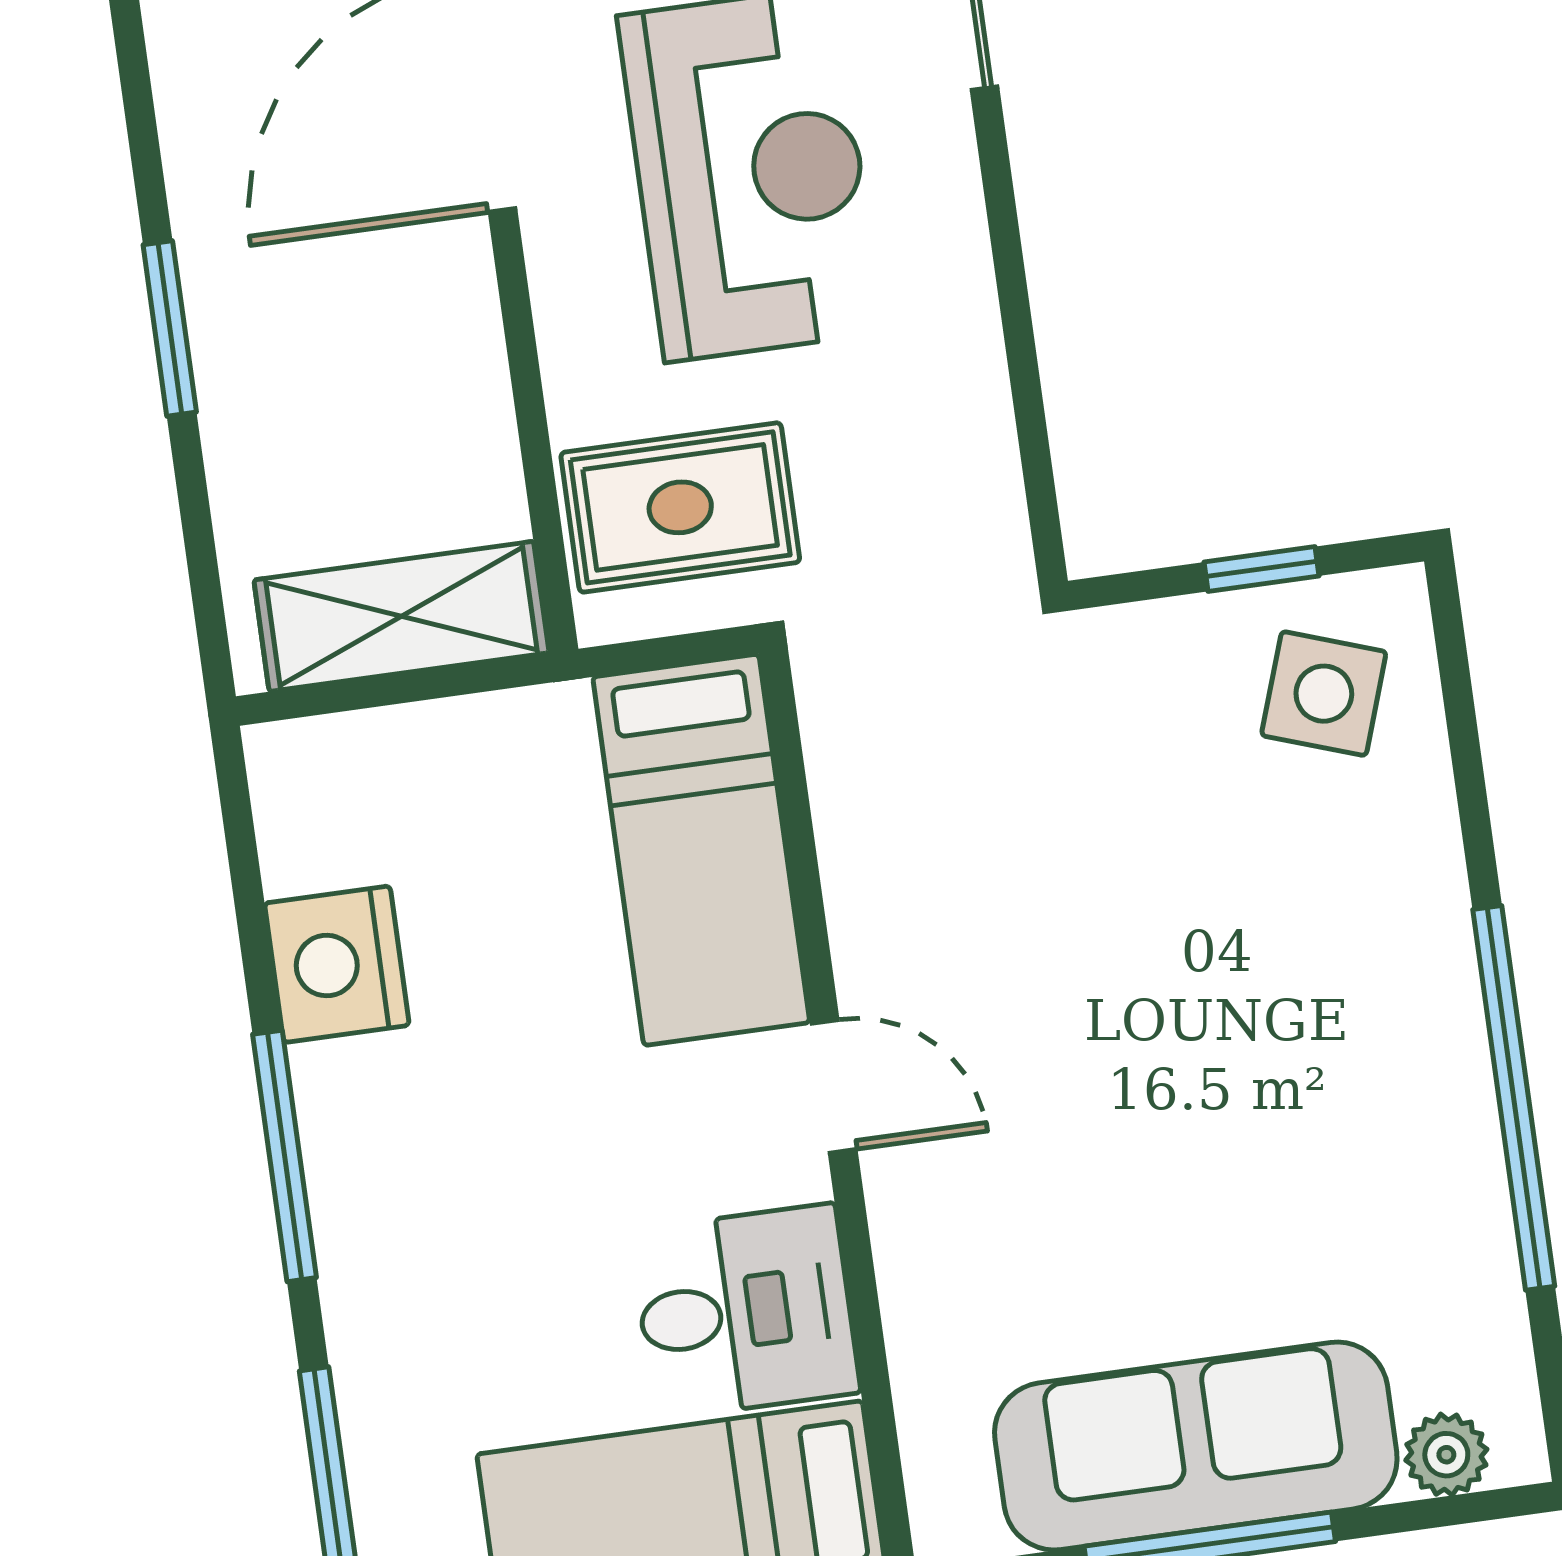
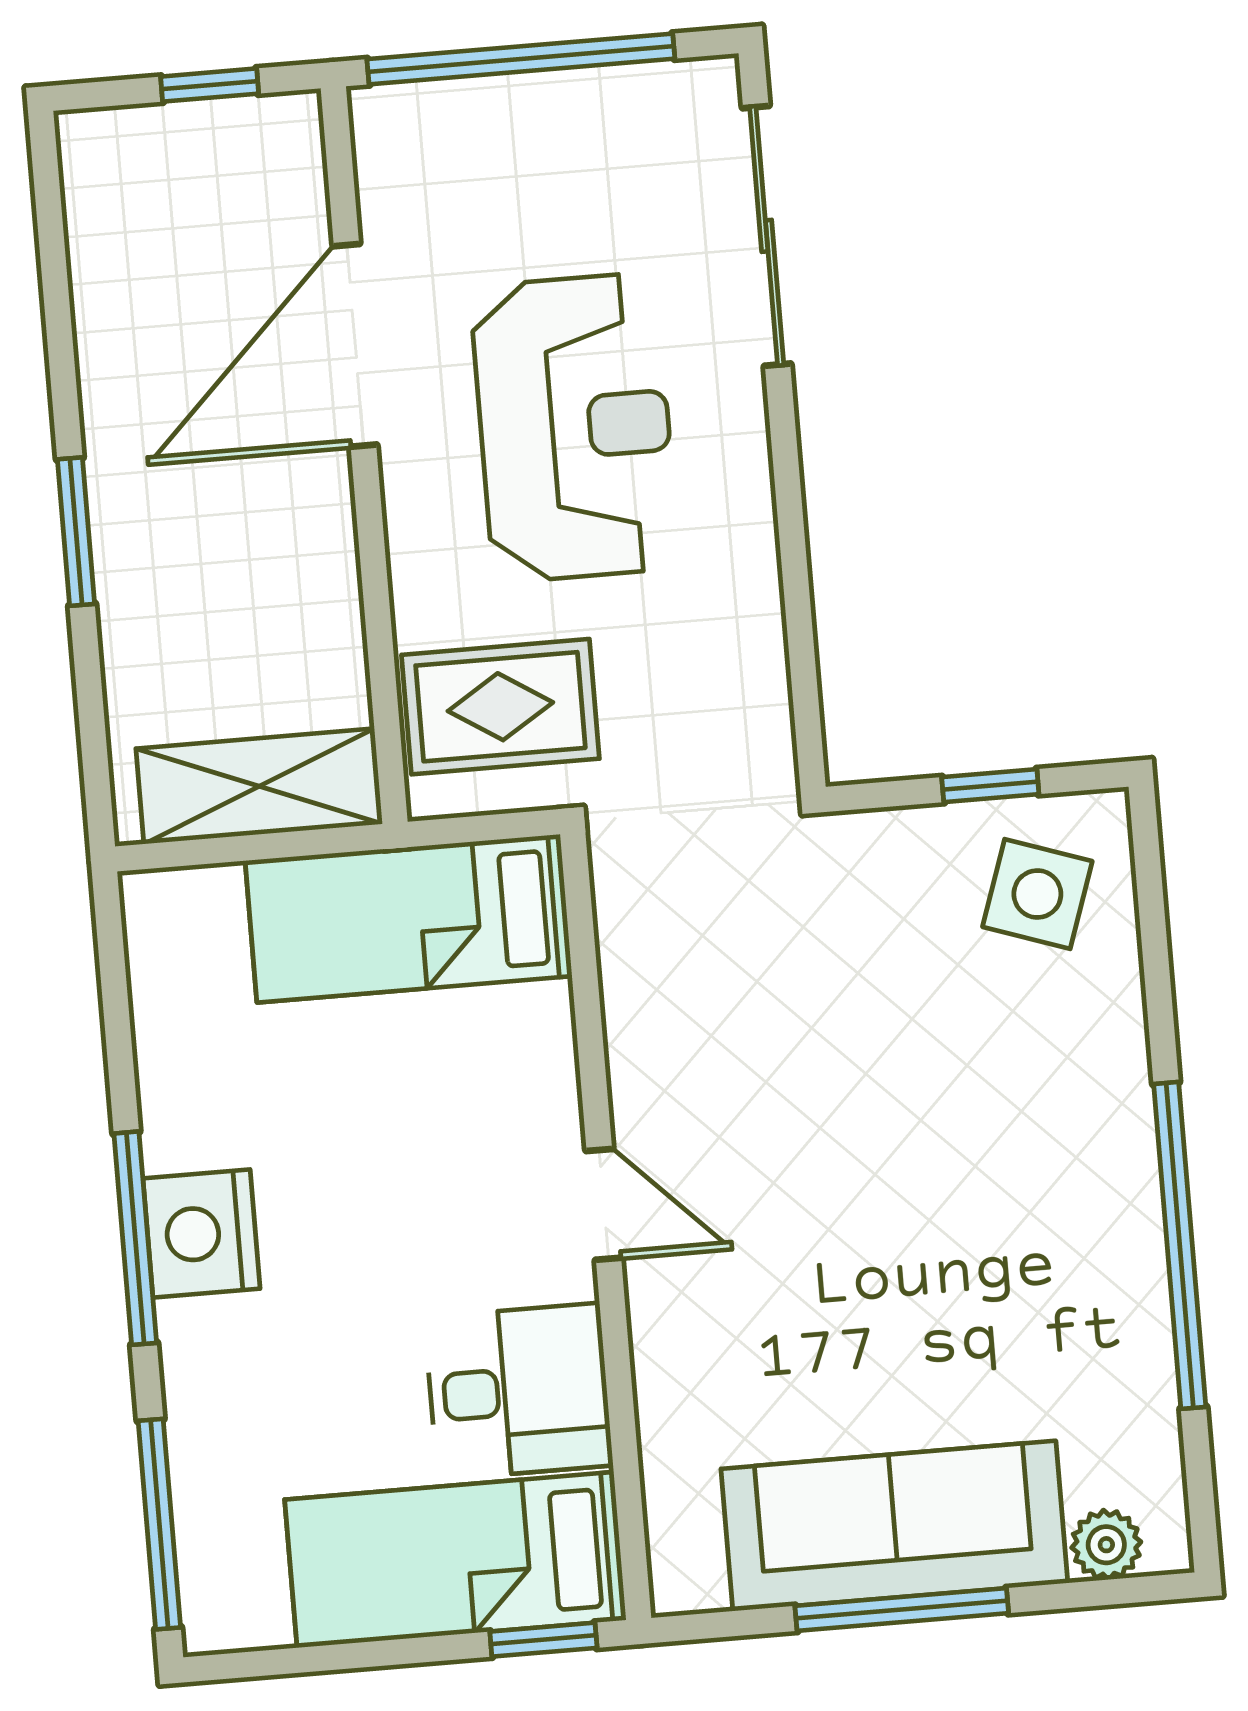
bed: (701, 850) -> (409, 918), moved, turned 90
nightstand: (337, 964) -> (201, 1234), moved

